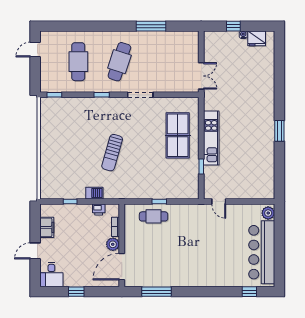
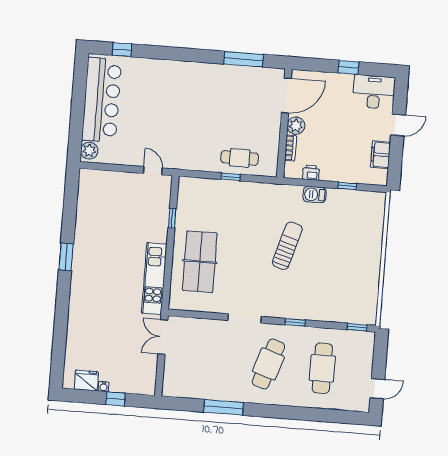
kitchen unit: (211, 138) -> (154, 279), moved
desk: (51, 275) -> (374, 92), width x1.37

